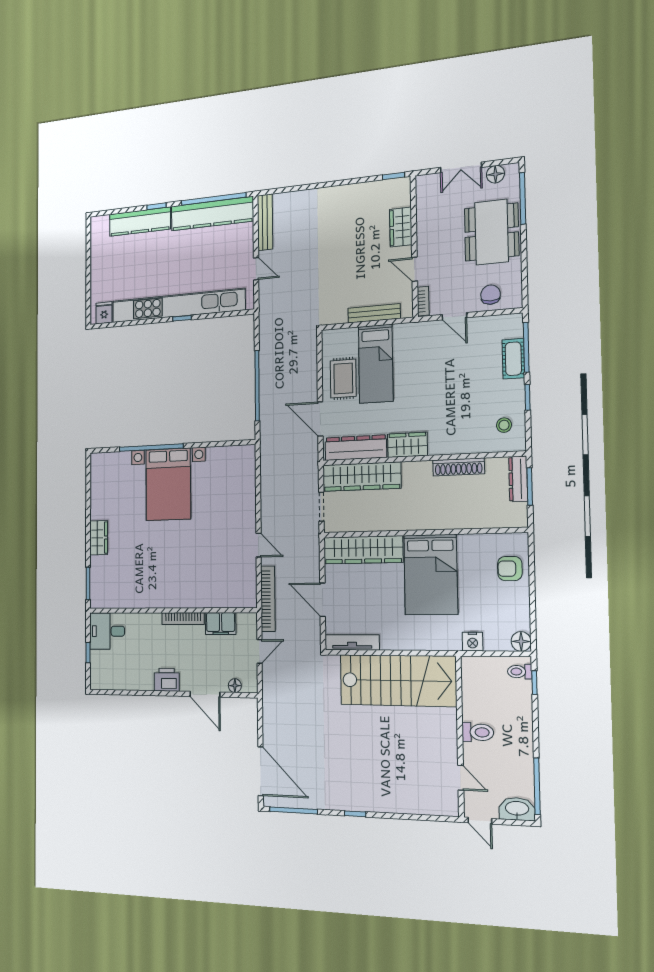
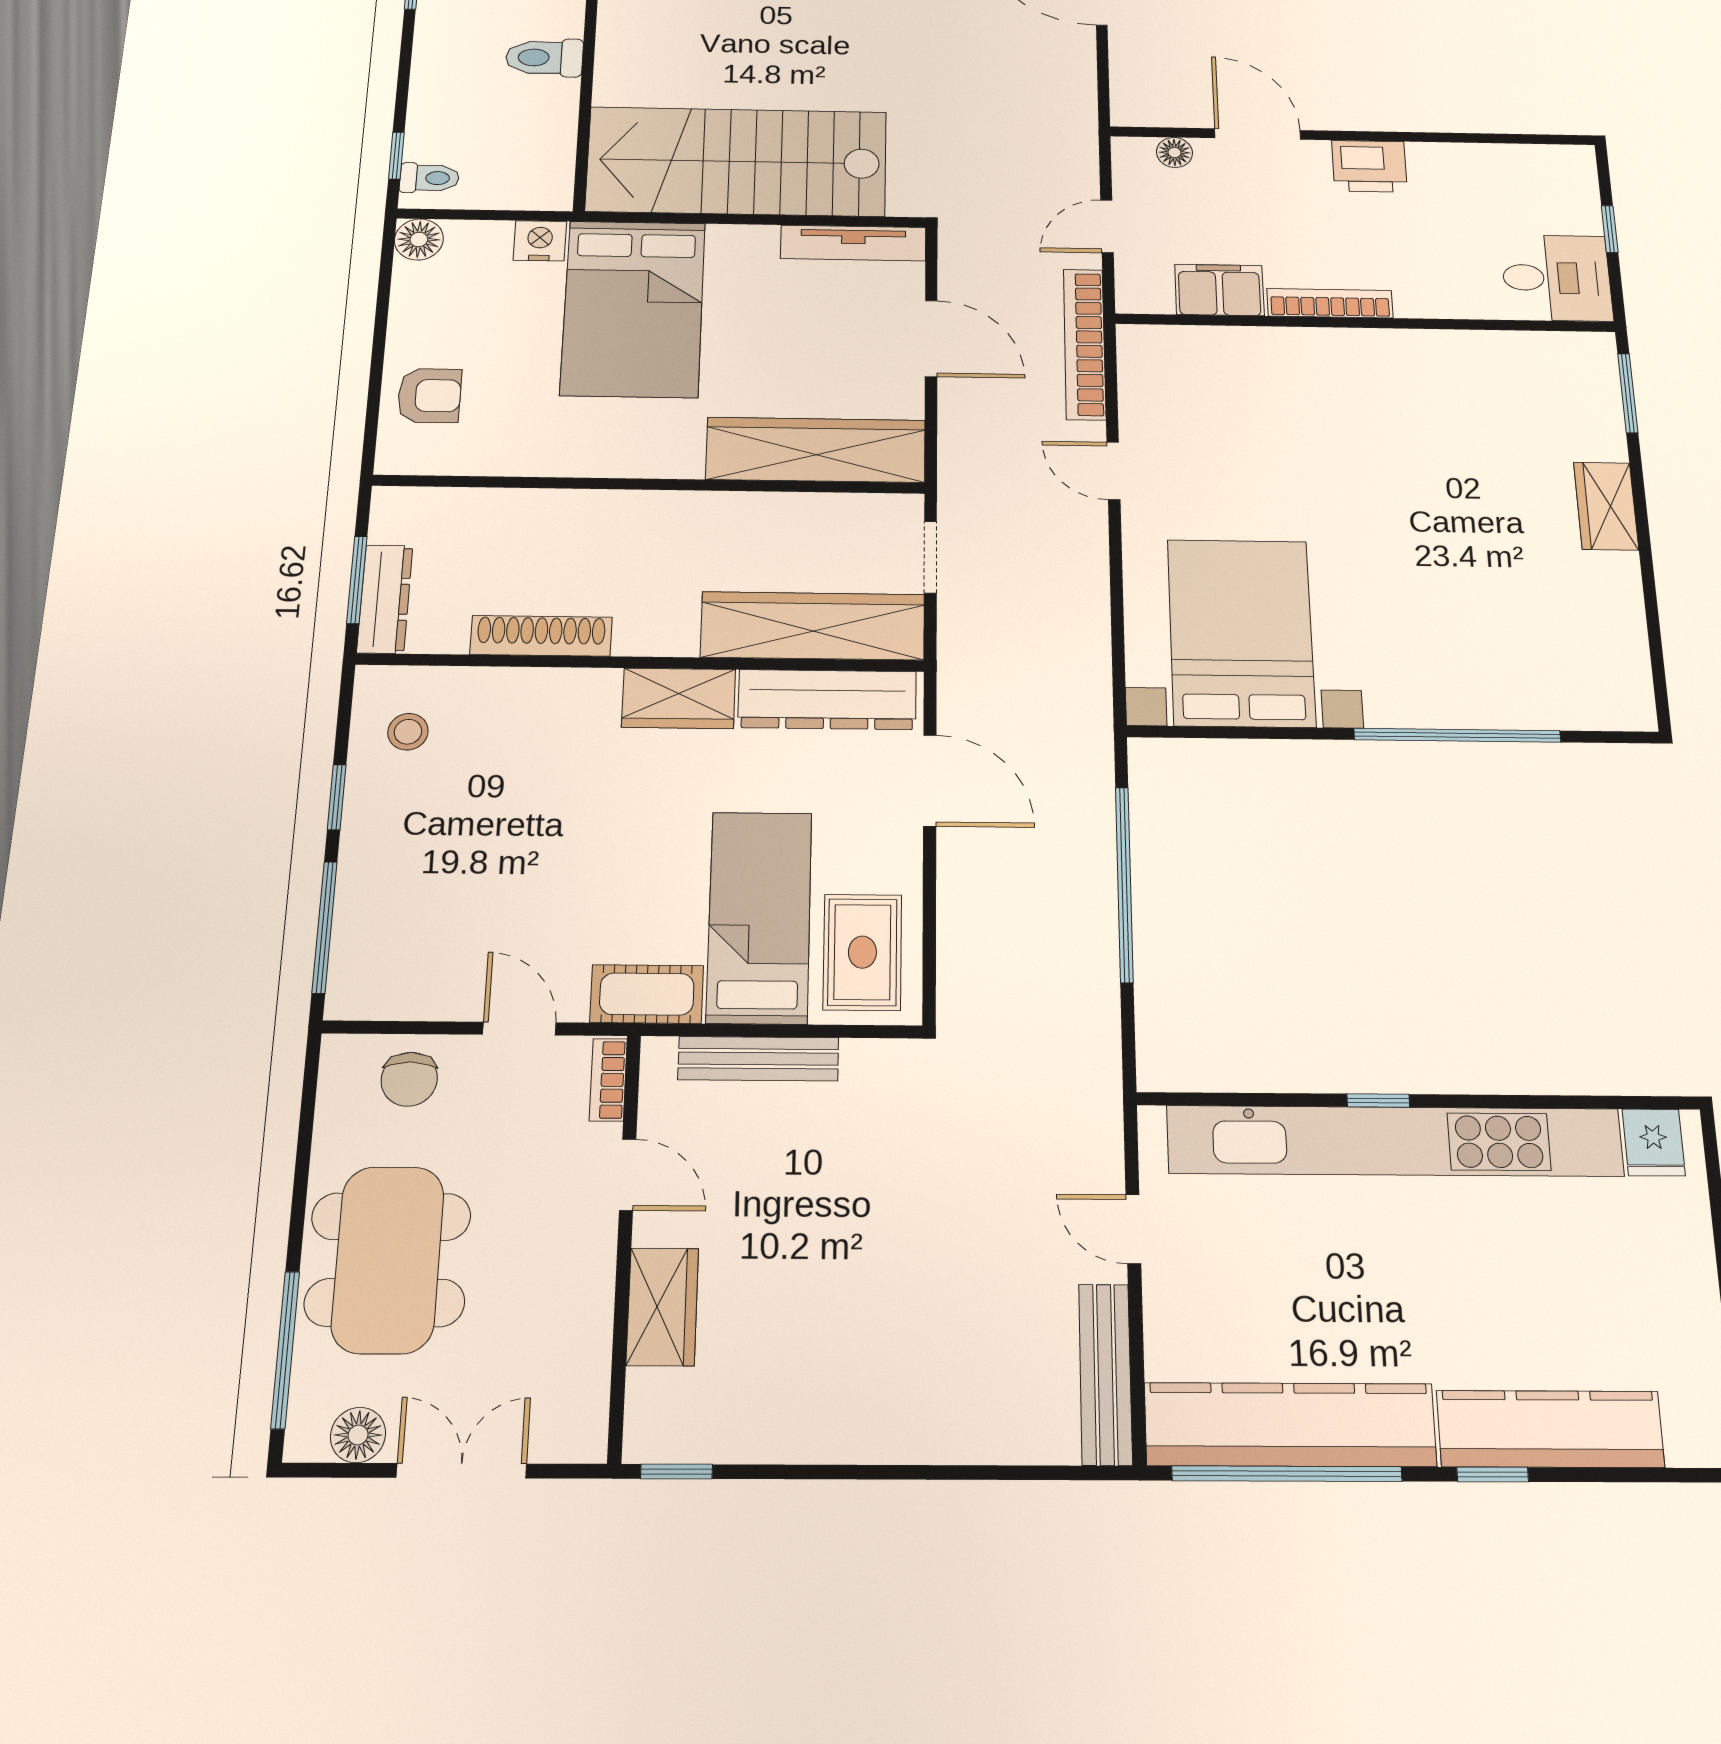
cot: (513, 359) -> (647, 994), moved, turned 90
rug: (343, 379) -> (862, 952), moved
bed with nightstands: (168, 484) -> (1241, 633), moved
bed: (431, 575) -> (633, 309), moved, turned 180

